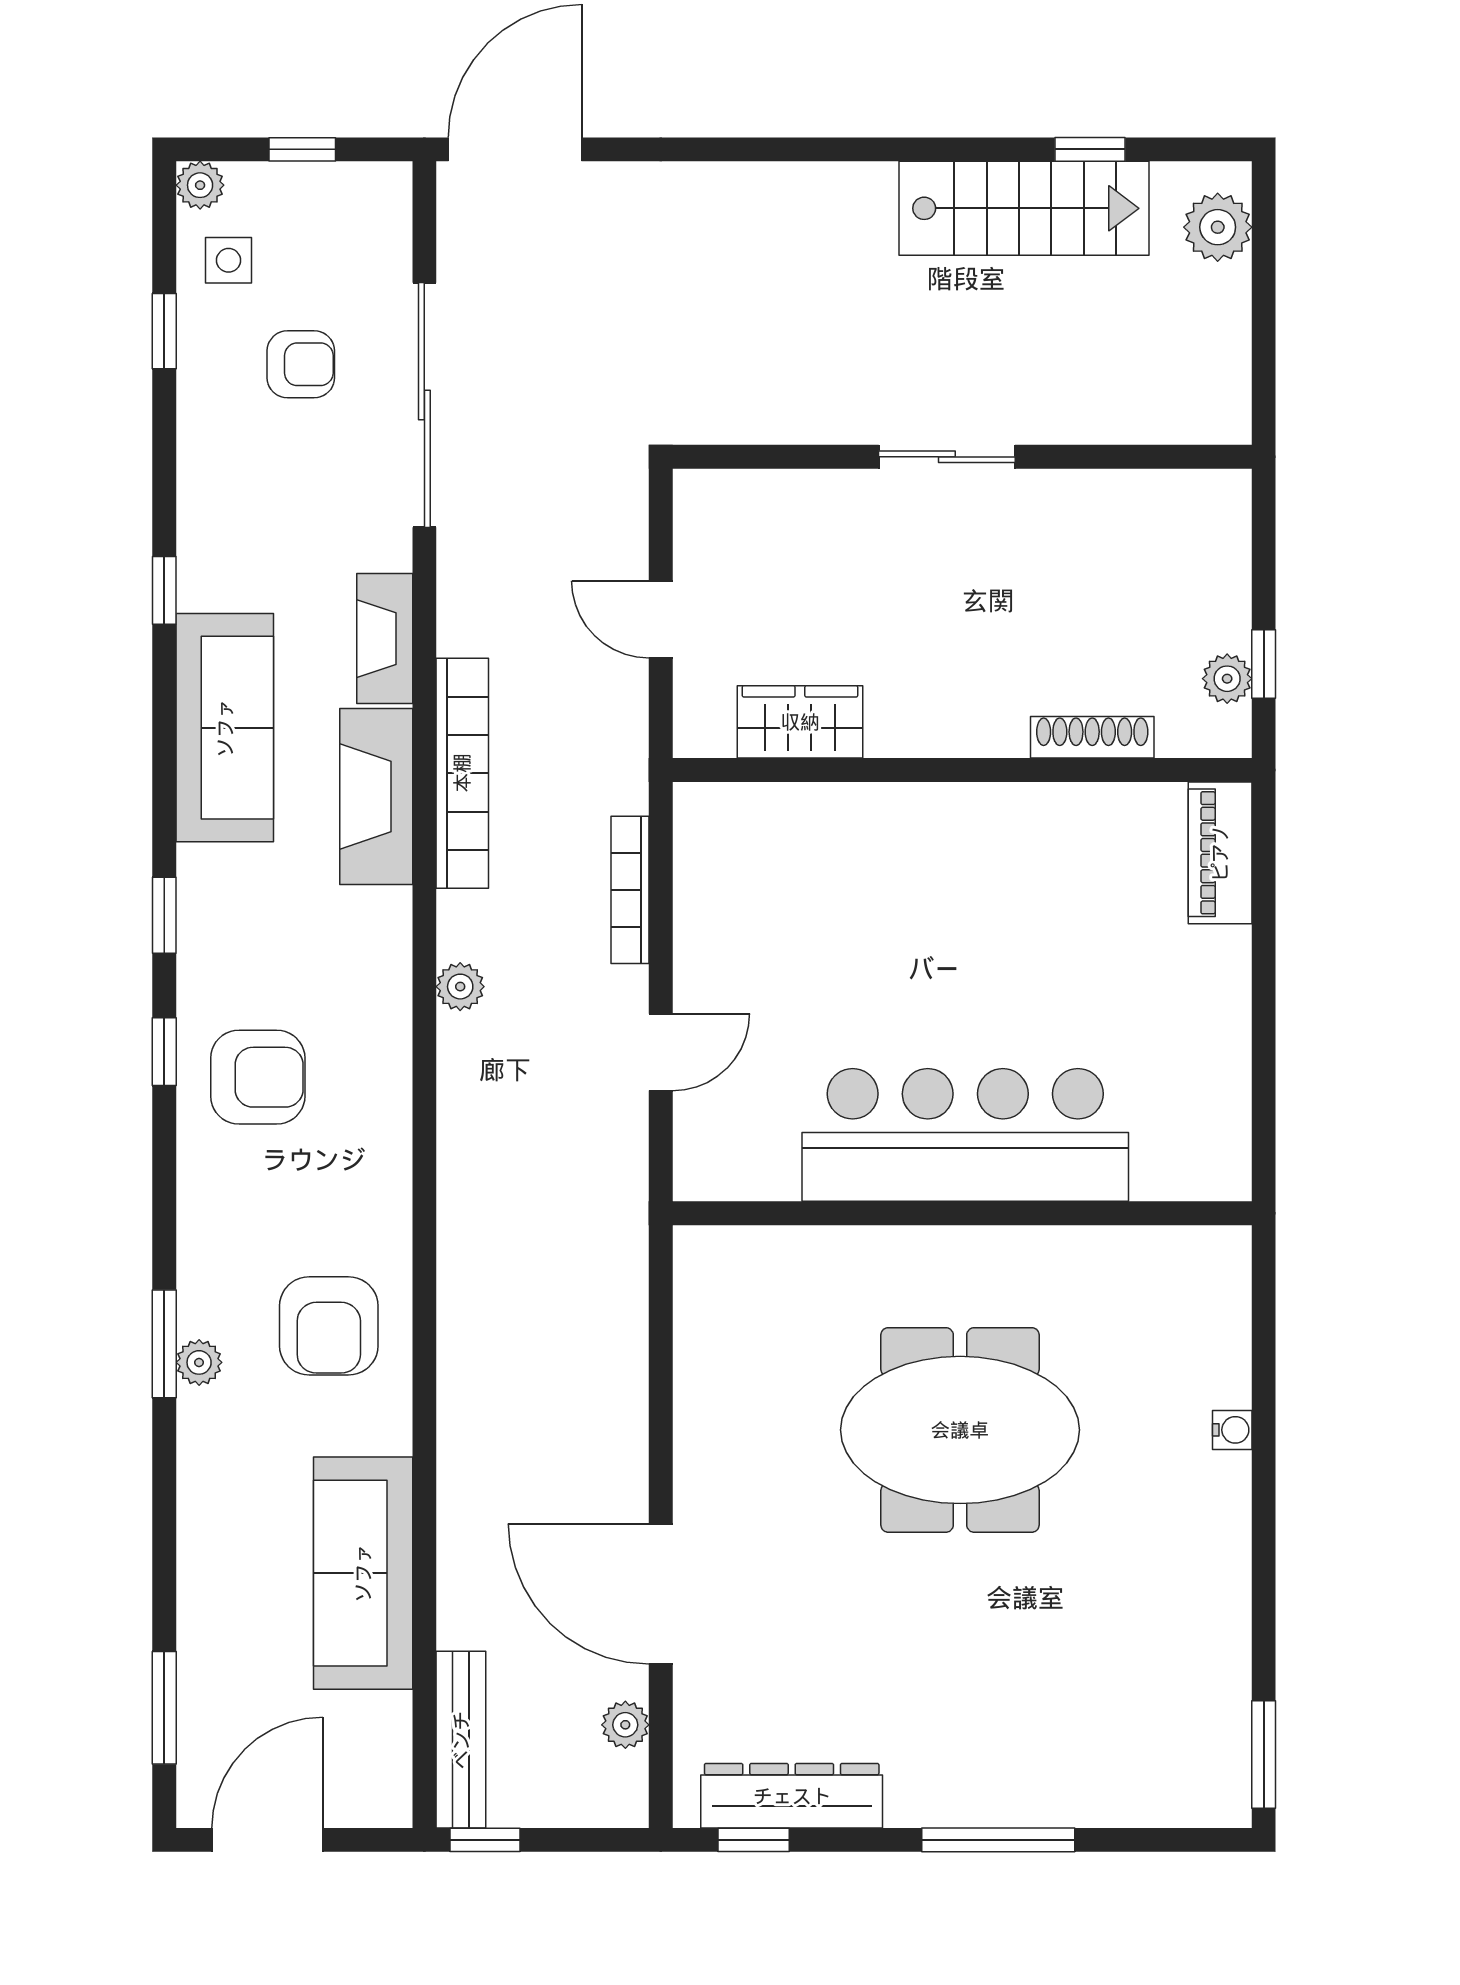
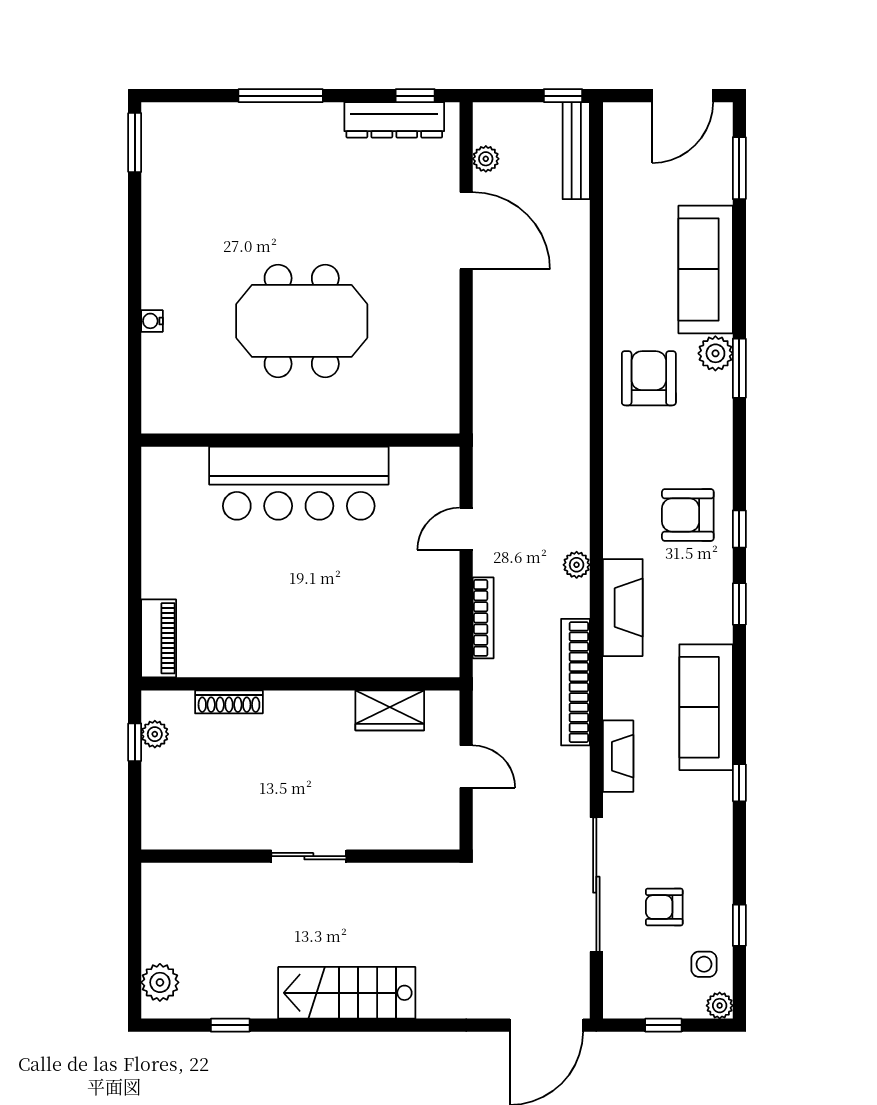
stairs: (1024, 208) -> (347, 993), moved
fireplace: (376, 797) -> (623, 608), moved
plant: (199, 1362) -> (715, 353), width x1.38, depth x1.38
sofa: (363, 1573) -> (706, 269), moved, turned 180

